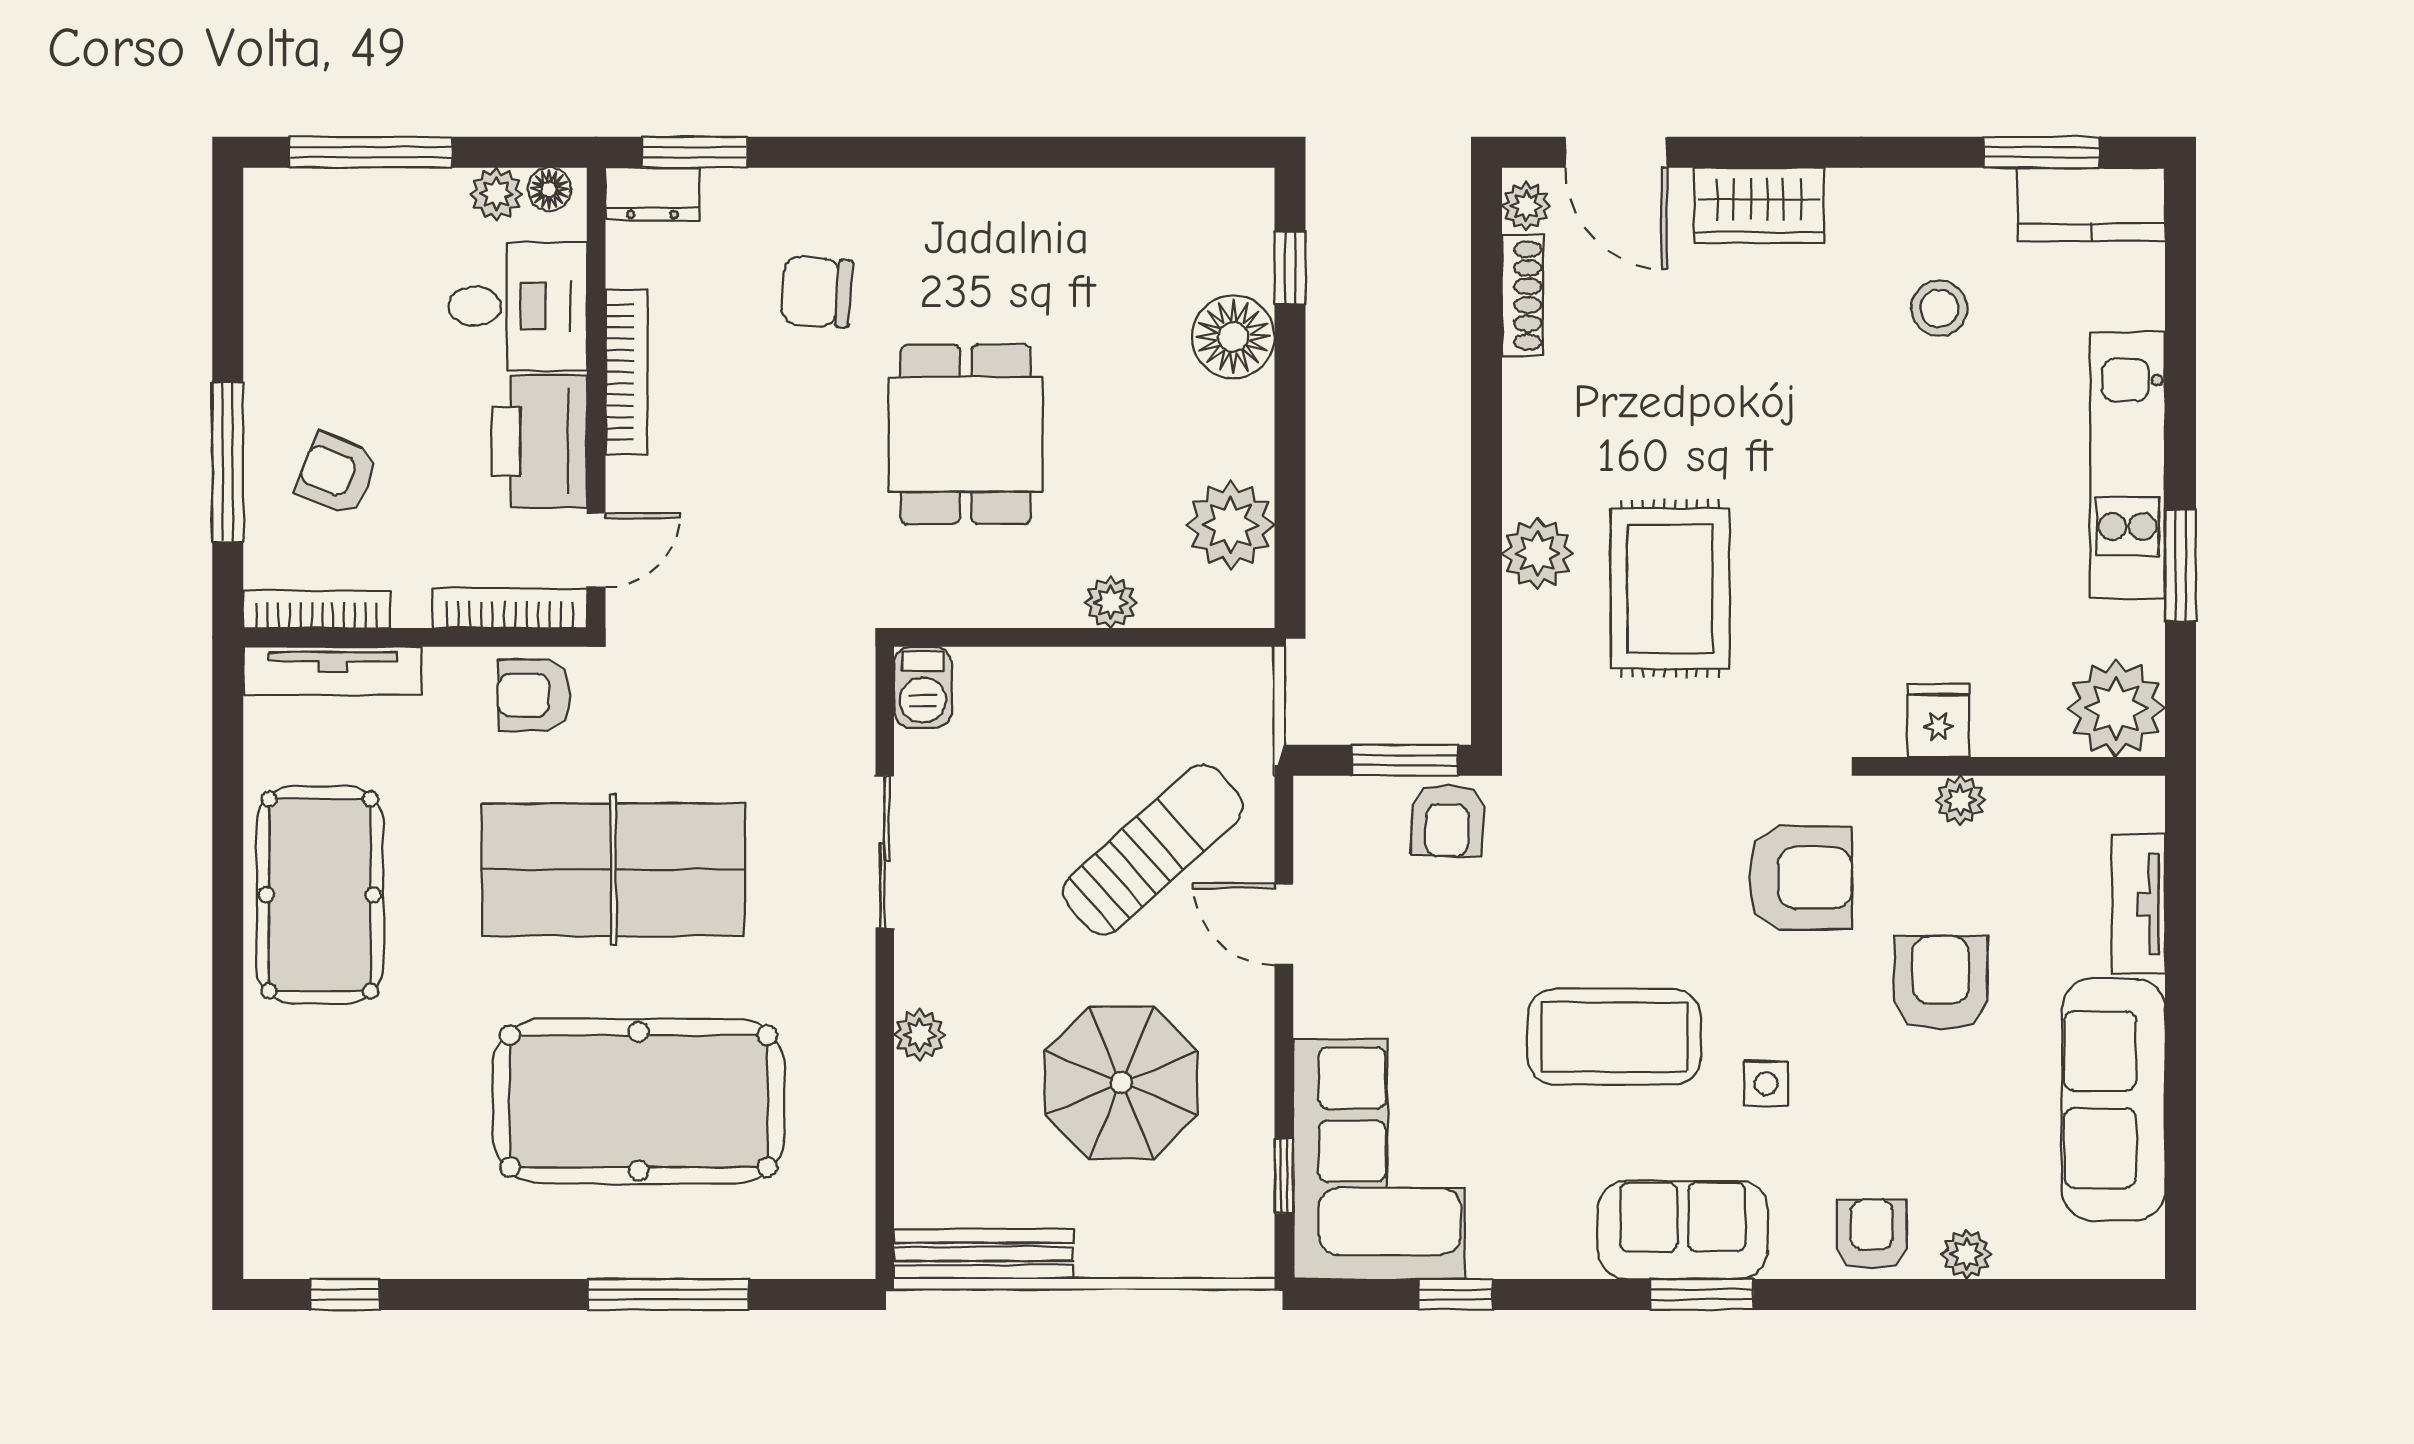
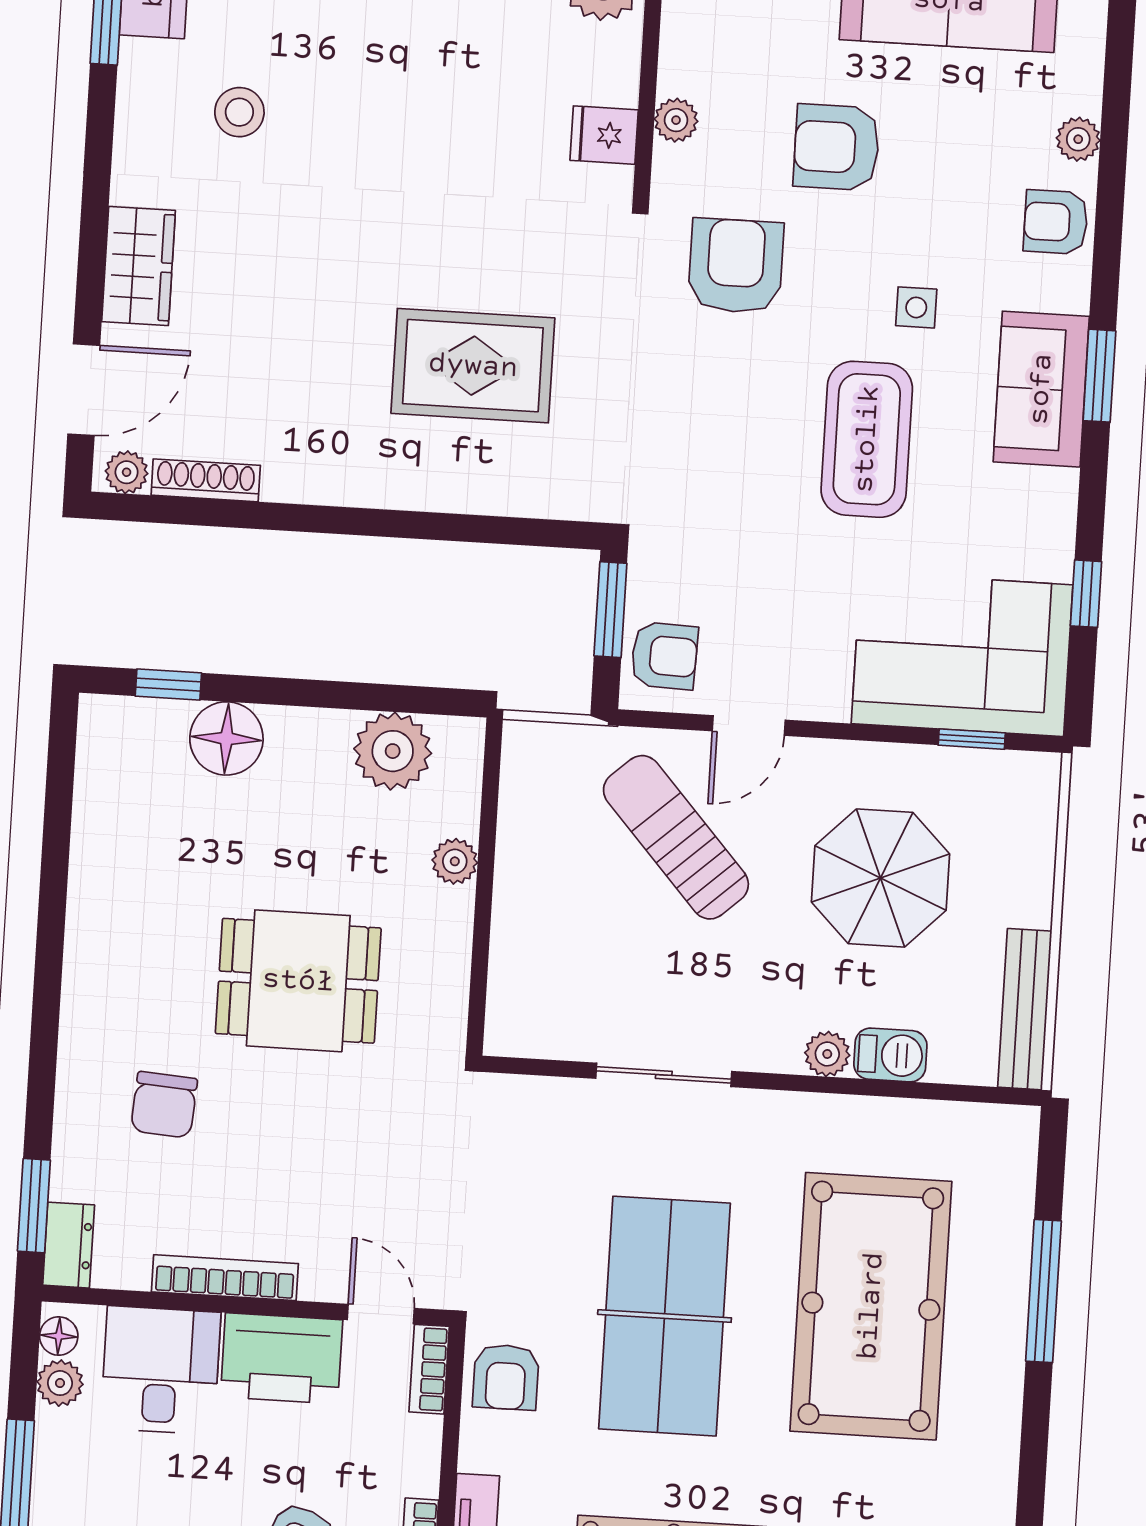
plant: (1537, 553) -> (435, 481), removed
bookcase: (510, 608) -> (429, 1369), width x0.64
barbecue: (923, 687) -> (890, 1055), moved
armchair: (1447, 820) -> (664, 656), moved

